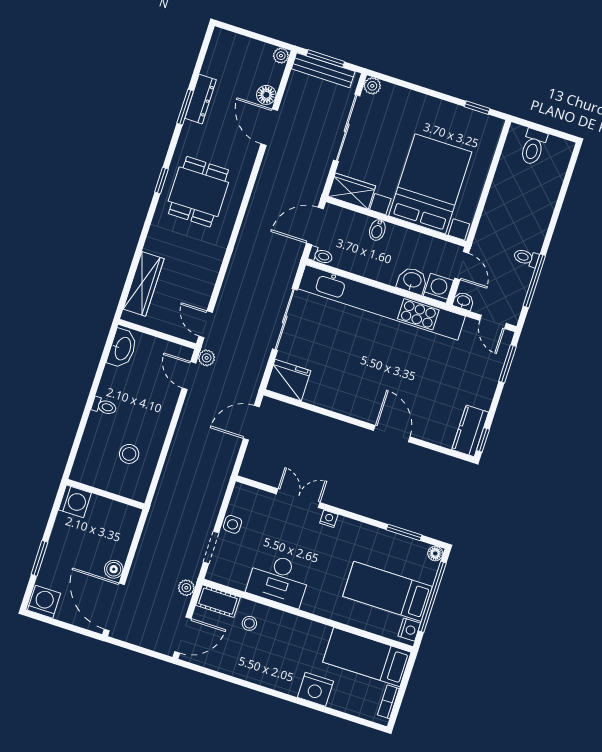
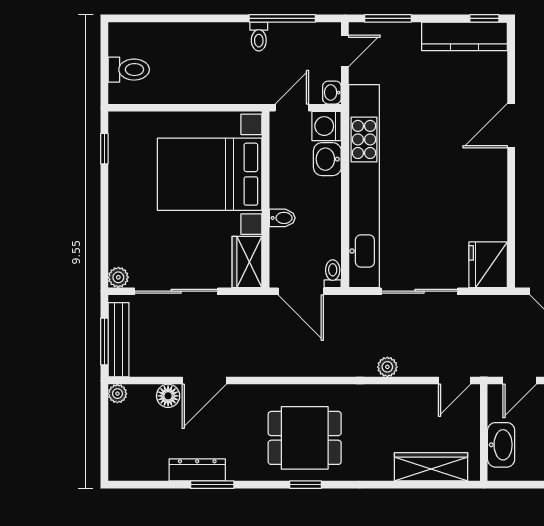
washbasin: (122, 348) -> (501, 445), moved, turned 90
plant: (207, 358) -> (387, 367), moved
kitchen counter: (470, 431) -> (465, 36), width x1.50

